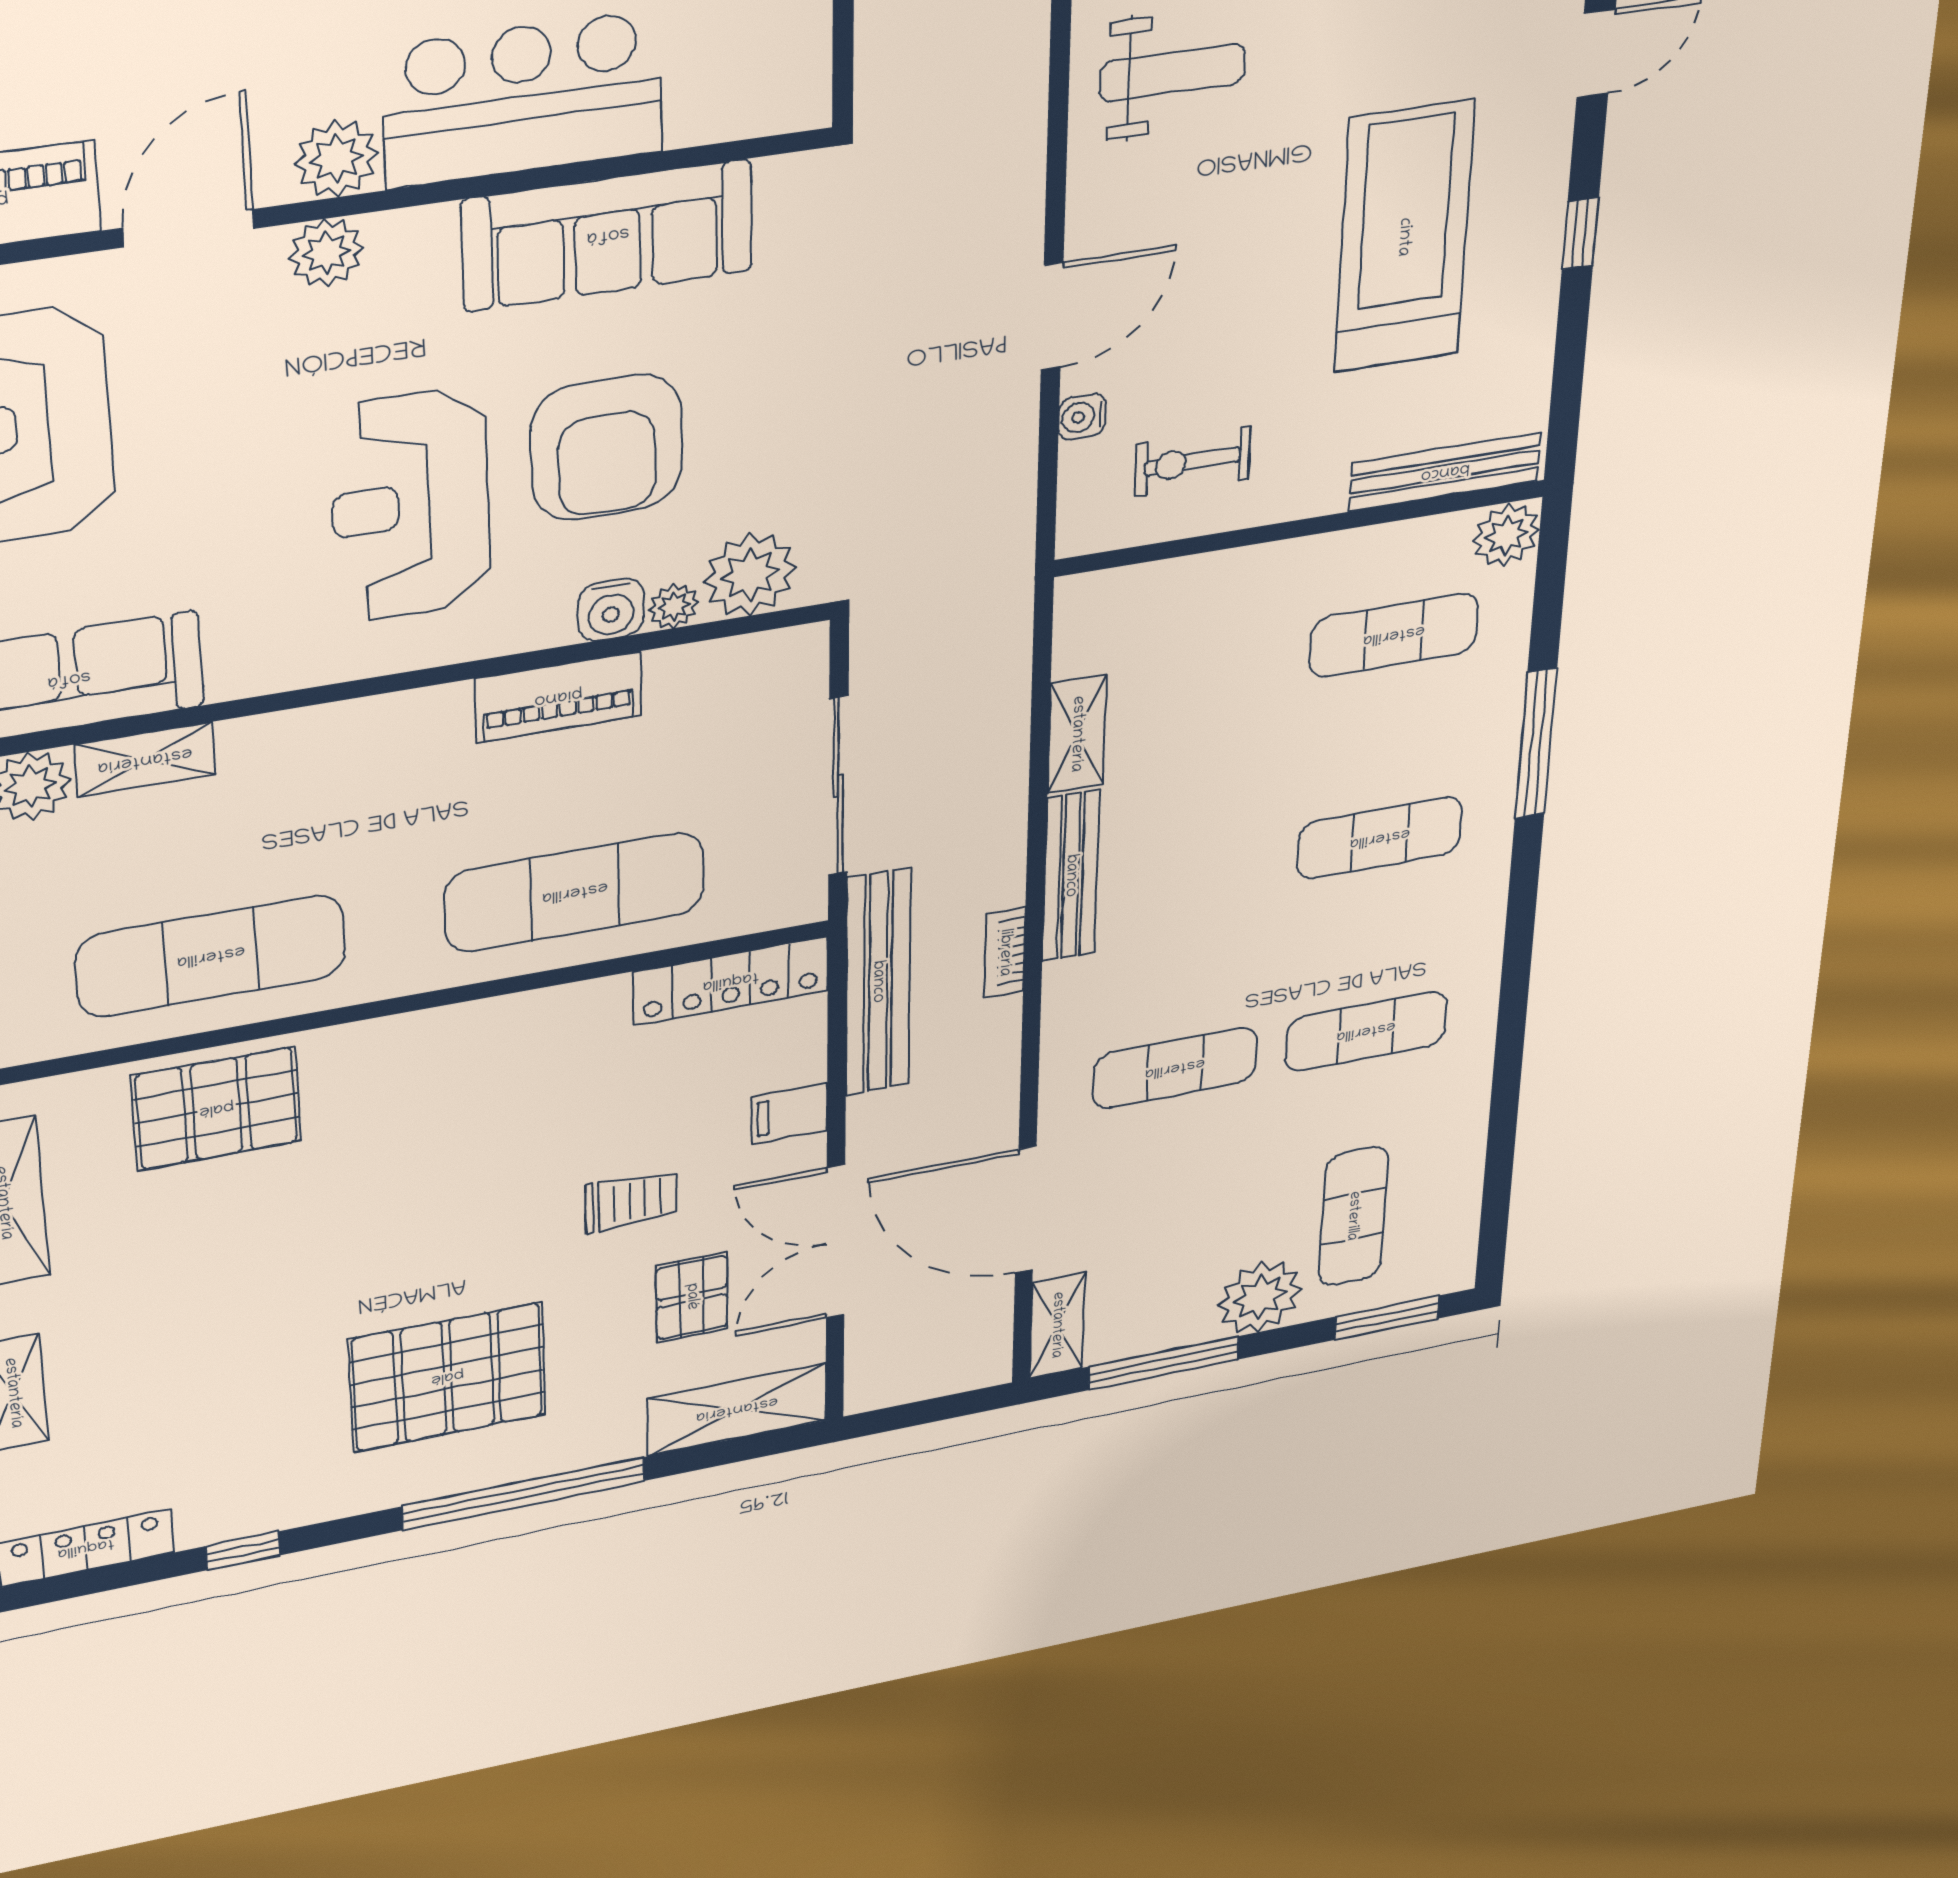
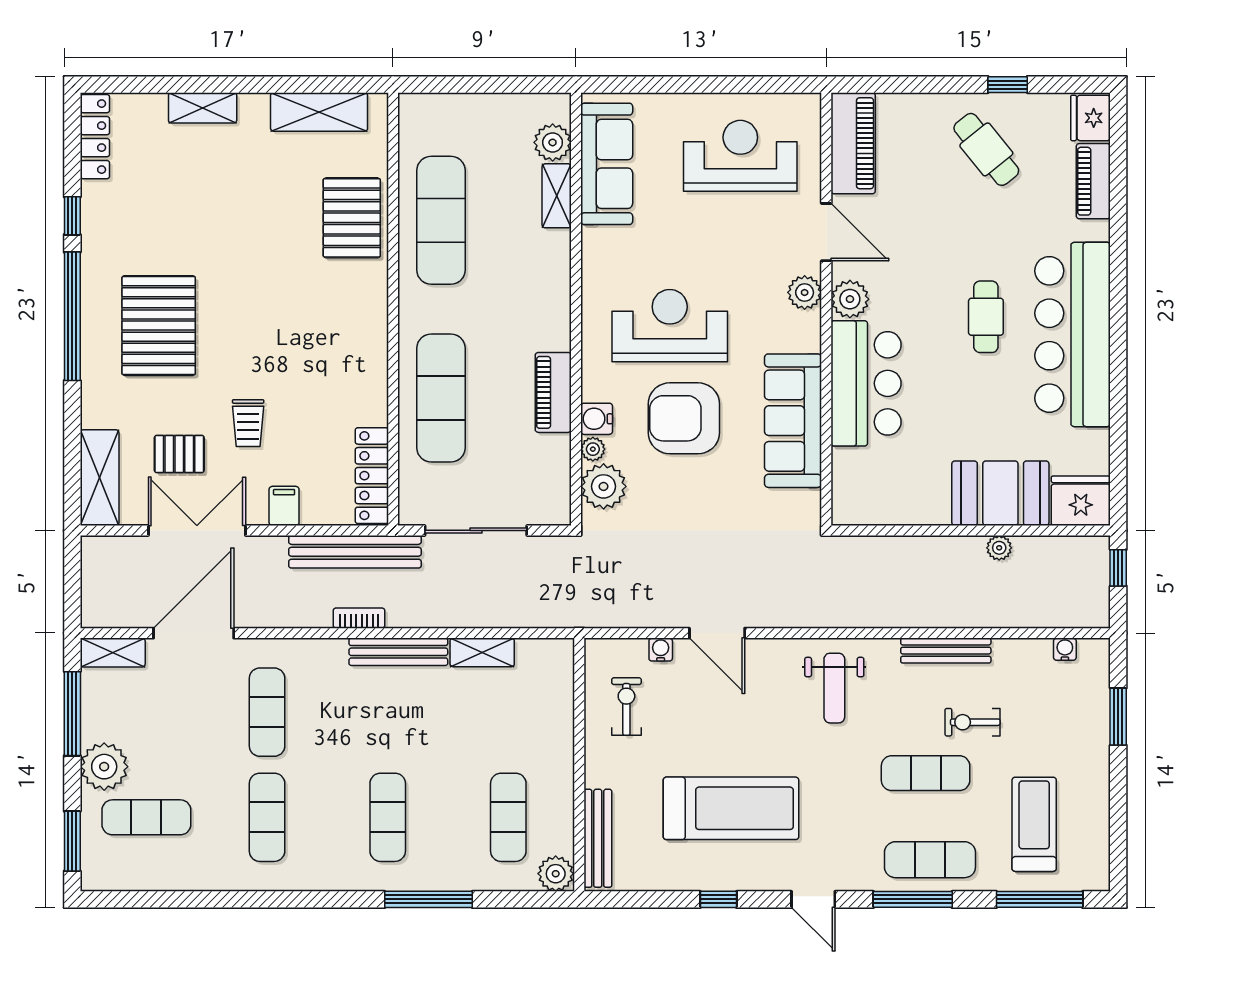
window: (524, 1493) -> (72, 316), moved

